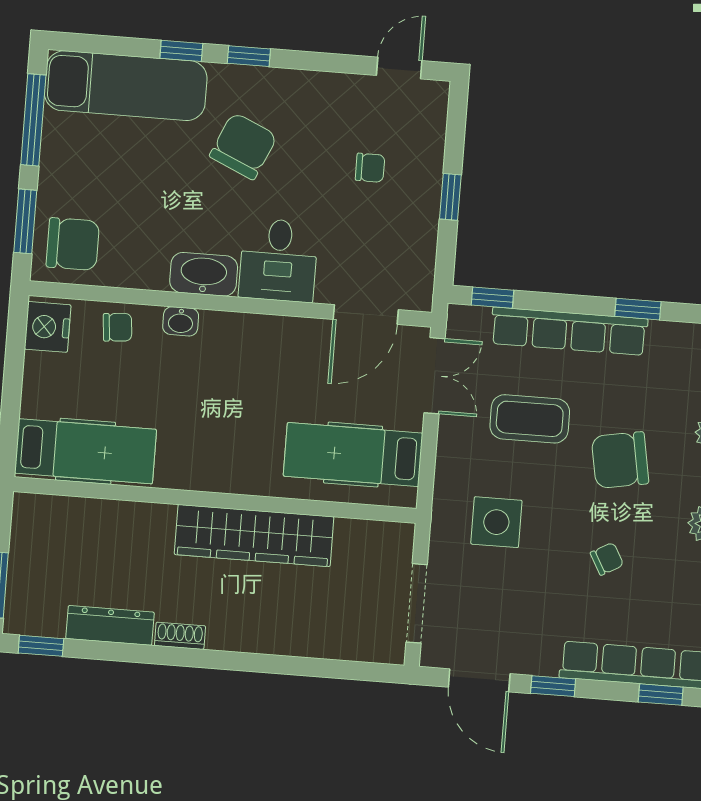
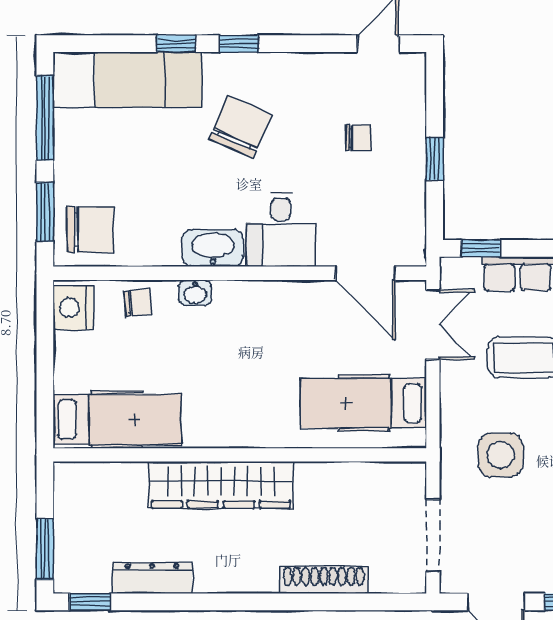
door: (366, 315) -> (365, 273), hinge flipped
wardrobe: (254, 536) -> (221, 485), moved
shoe rack: (180, 636) -> (324, 580), moved, width x1.94, depth x1.24

